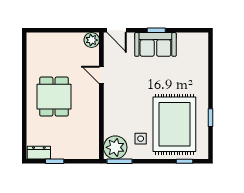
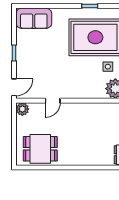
sofa: (155, 44) -> (34, 18), moved, turned 90
dining table: (54, 97) -> (40, 149), moved

